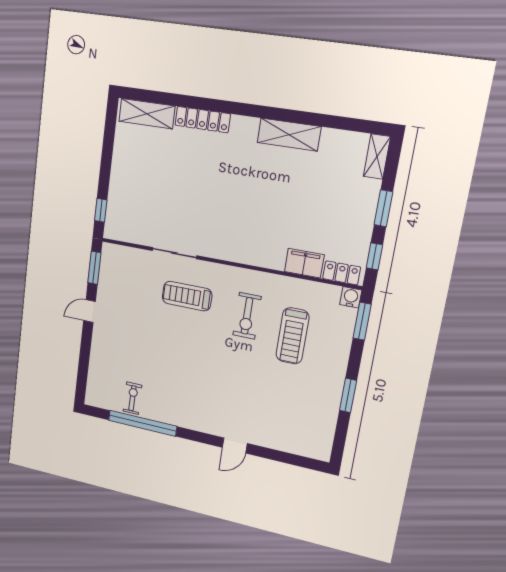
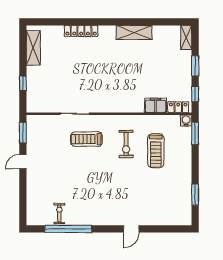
shelving: (147, 114) -> (33, 48), moved, turned 90
window: (101, 210) -> (23, 83), moved
window: (348, 395) -> (195, 195), moved

